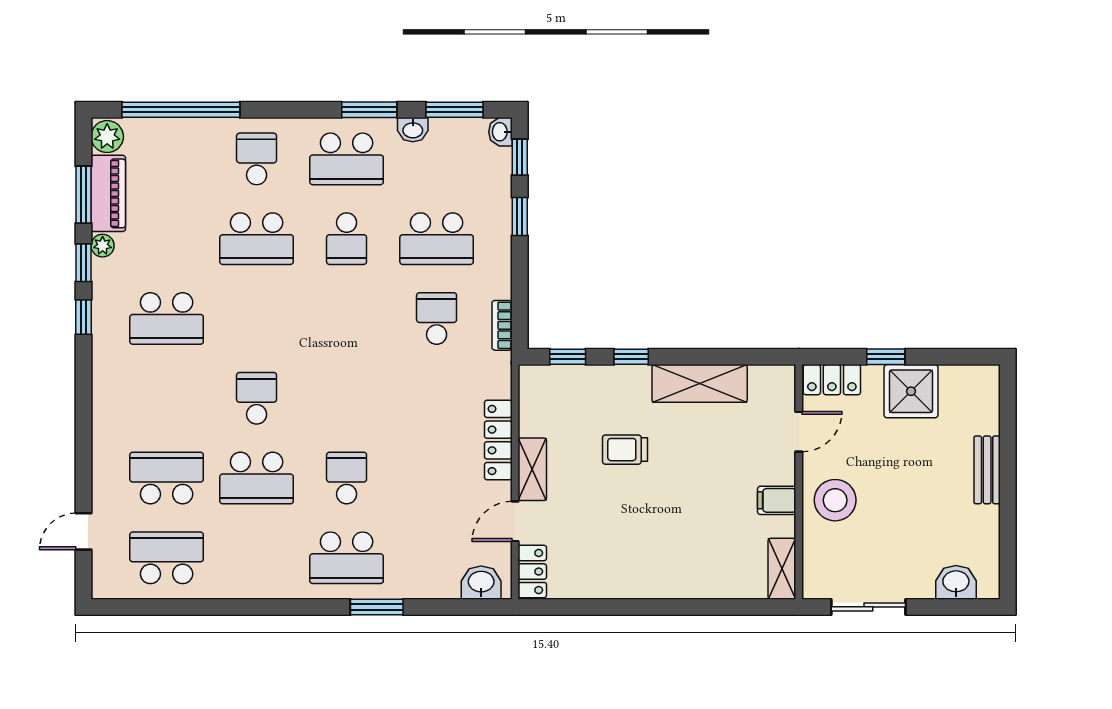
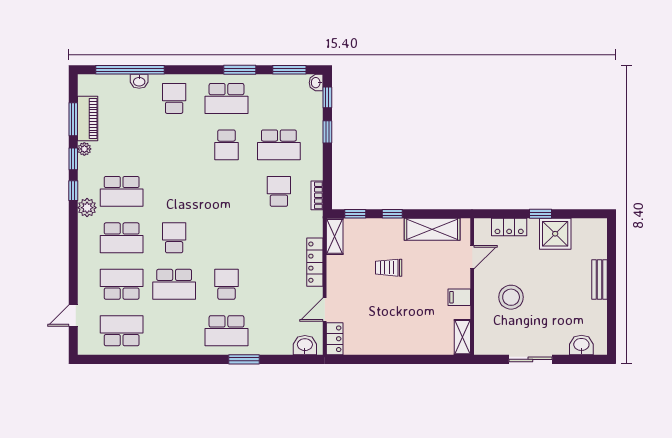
washbasin: (413, 130) -> (139, 81), moved
plant: (107, 137) -> (87, 208), moved
school desk: (257, 239) -> (122, 238), moved
door: (799, 432) -> (472, 257), moved
shelving: (532, 469) -> (335, 236), moved
wall: (799, 482) -> (472, 287), moved
filing cabinet: (777, 500) -> (459, 297), moved
shelving: (782, 569) -> (462, 337), moved

